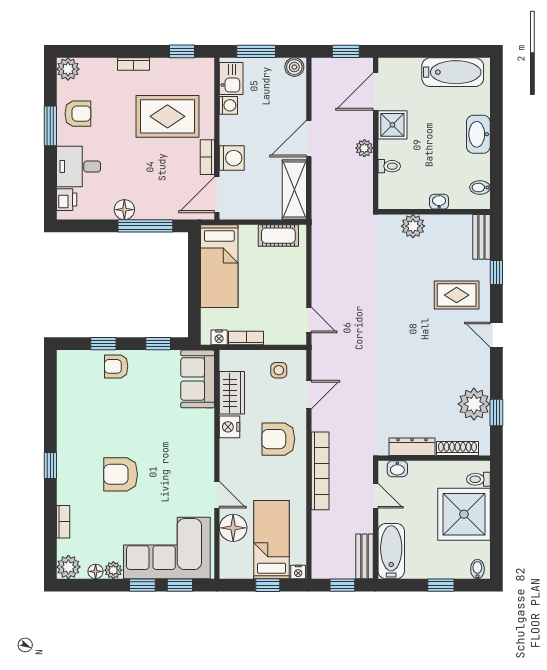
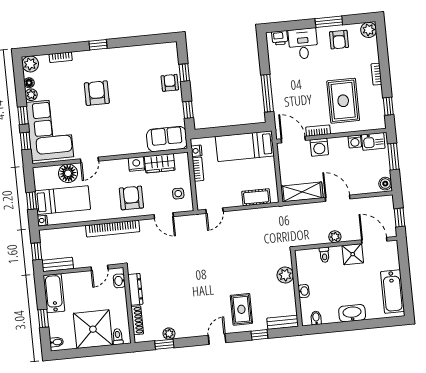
floor lamp: (124, 210) -> (277, 78), removed
cot: (278, 236) -> (256, 197), moved, turned 90
plant: (474, 404) -> (169, 334), width x0.53, depth x0.53
bathtub: (391, 551) -> (54, 293), moved, turned -90

